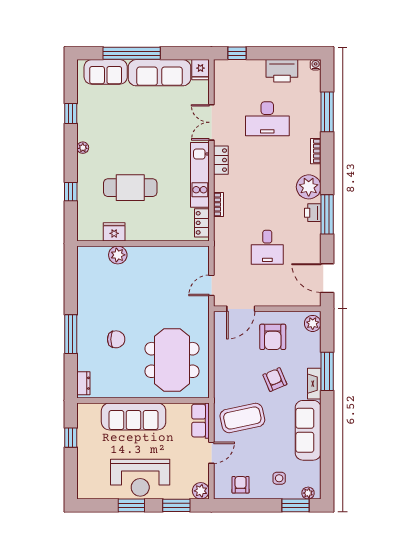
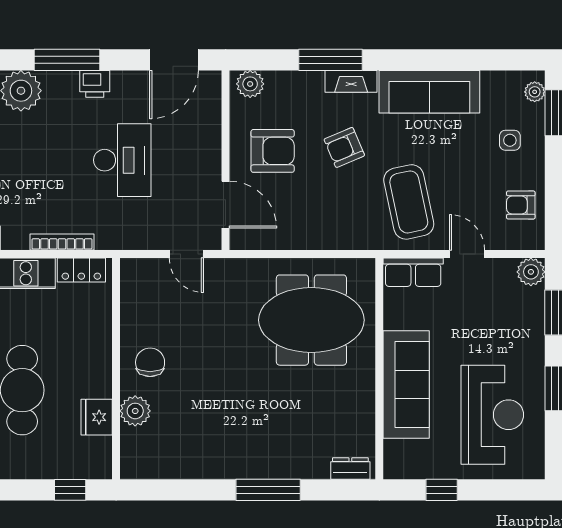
window: (71, 192) -> (70, 490), moved
bookcase: (219, 204) -> (62, 242), width x1.56
printer: (313, 213) -> (95, 84), moved
desk: (267, 247) -> (122, 160), width x1.37
chair: (116, 339) -> (150, 362), moved
reception desk: (140, 478) -> (492, 415), moved

